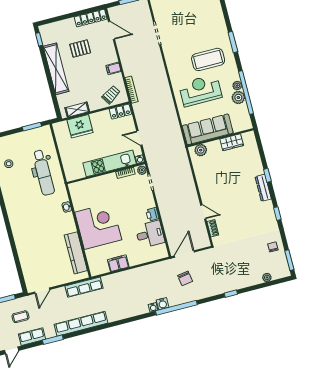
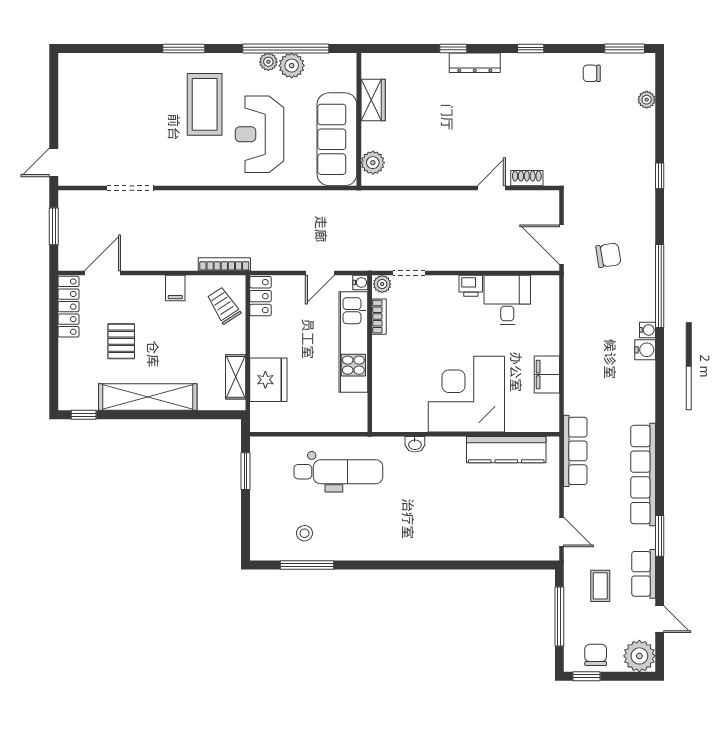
water cooler: (163, 304) -> (645, 350), moved

